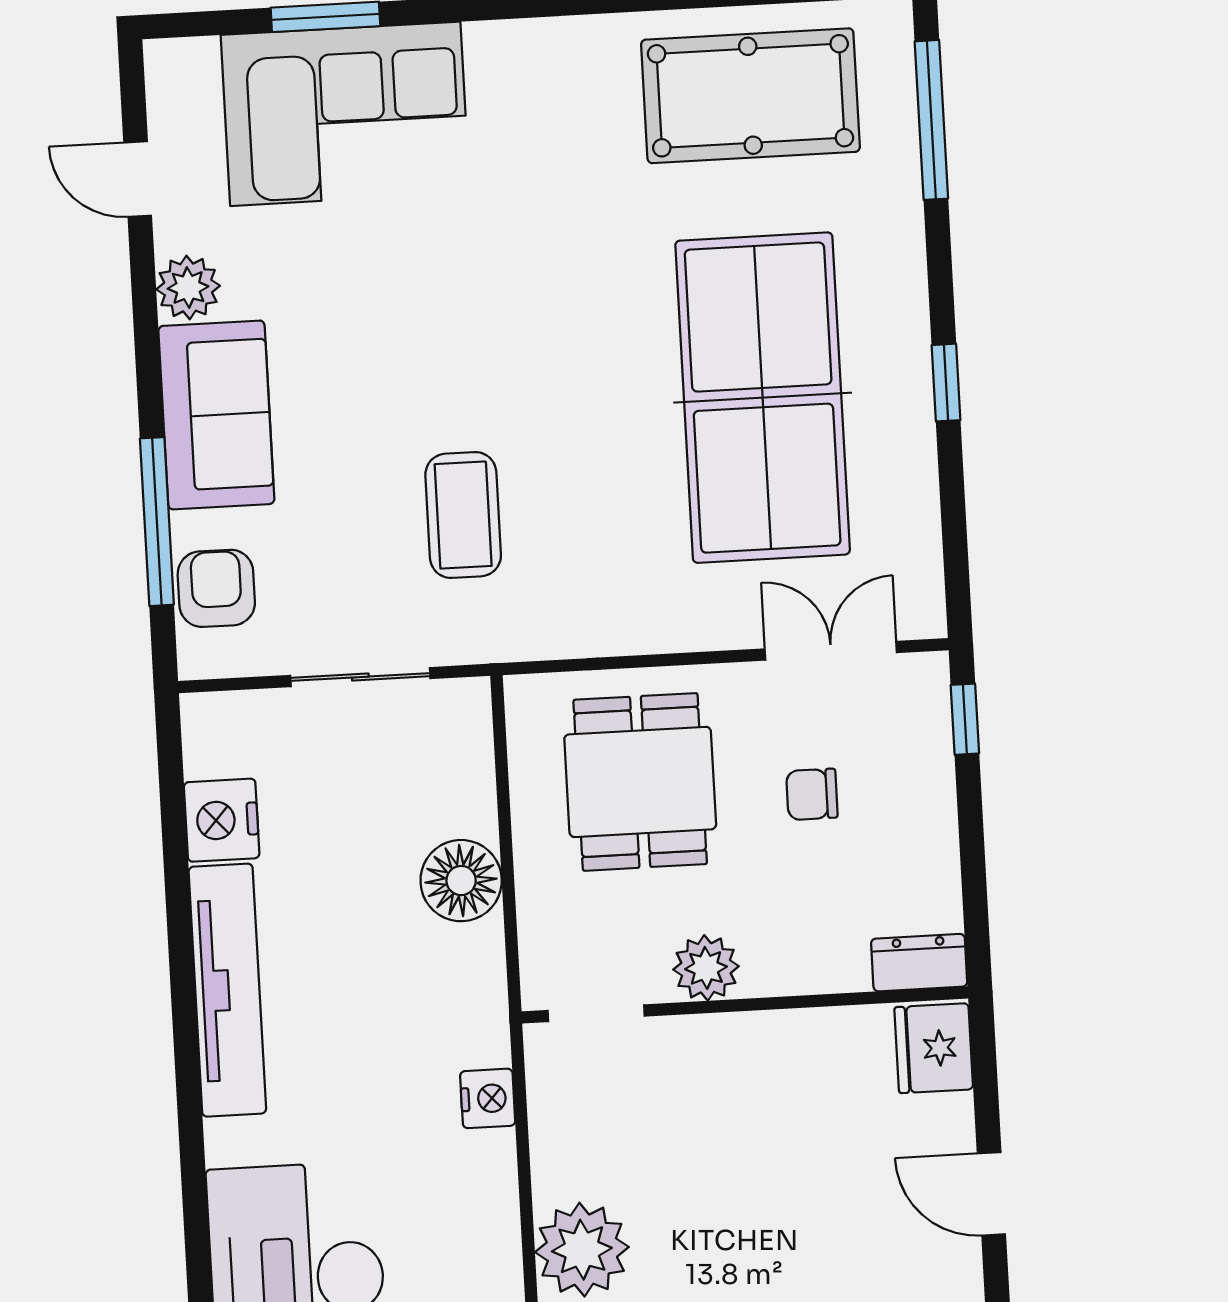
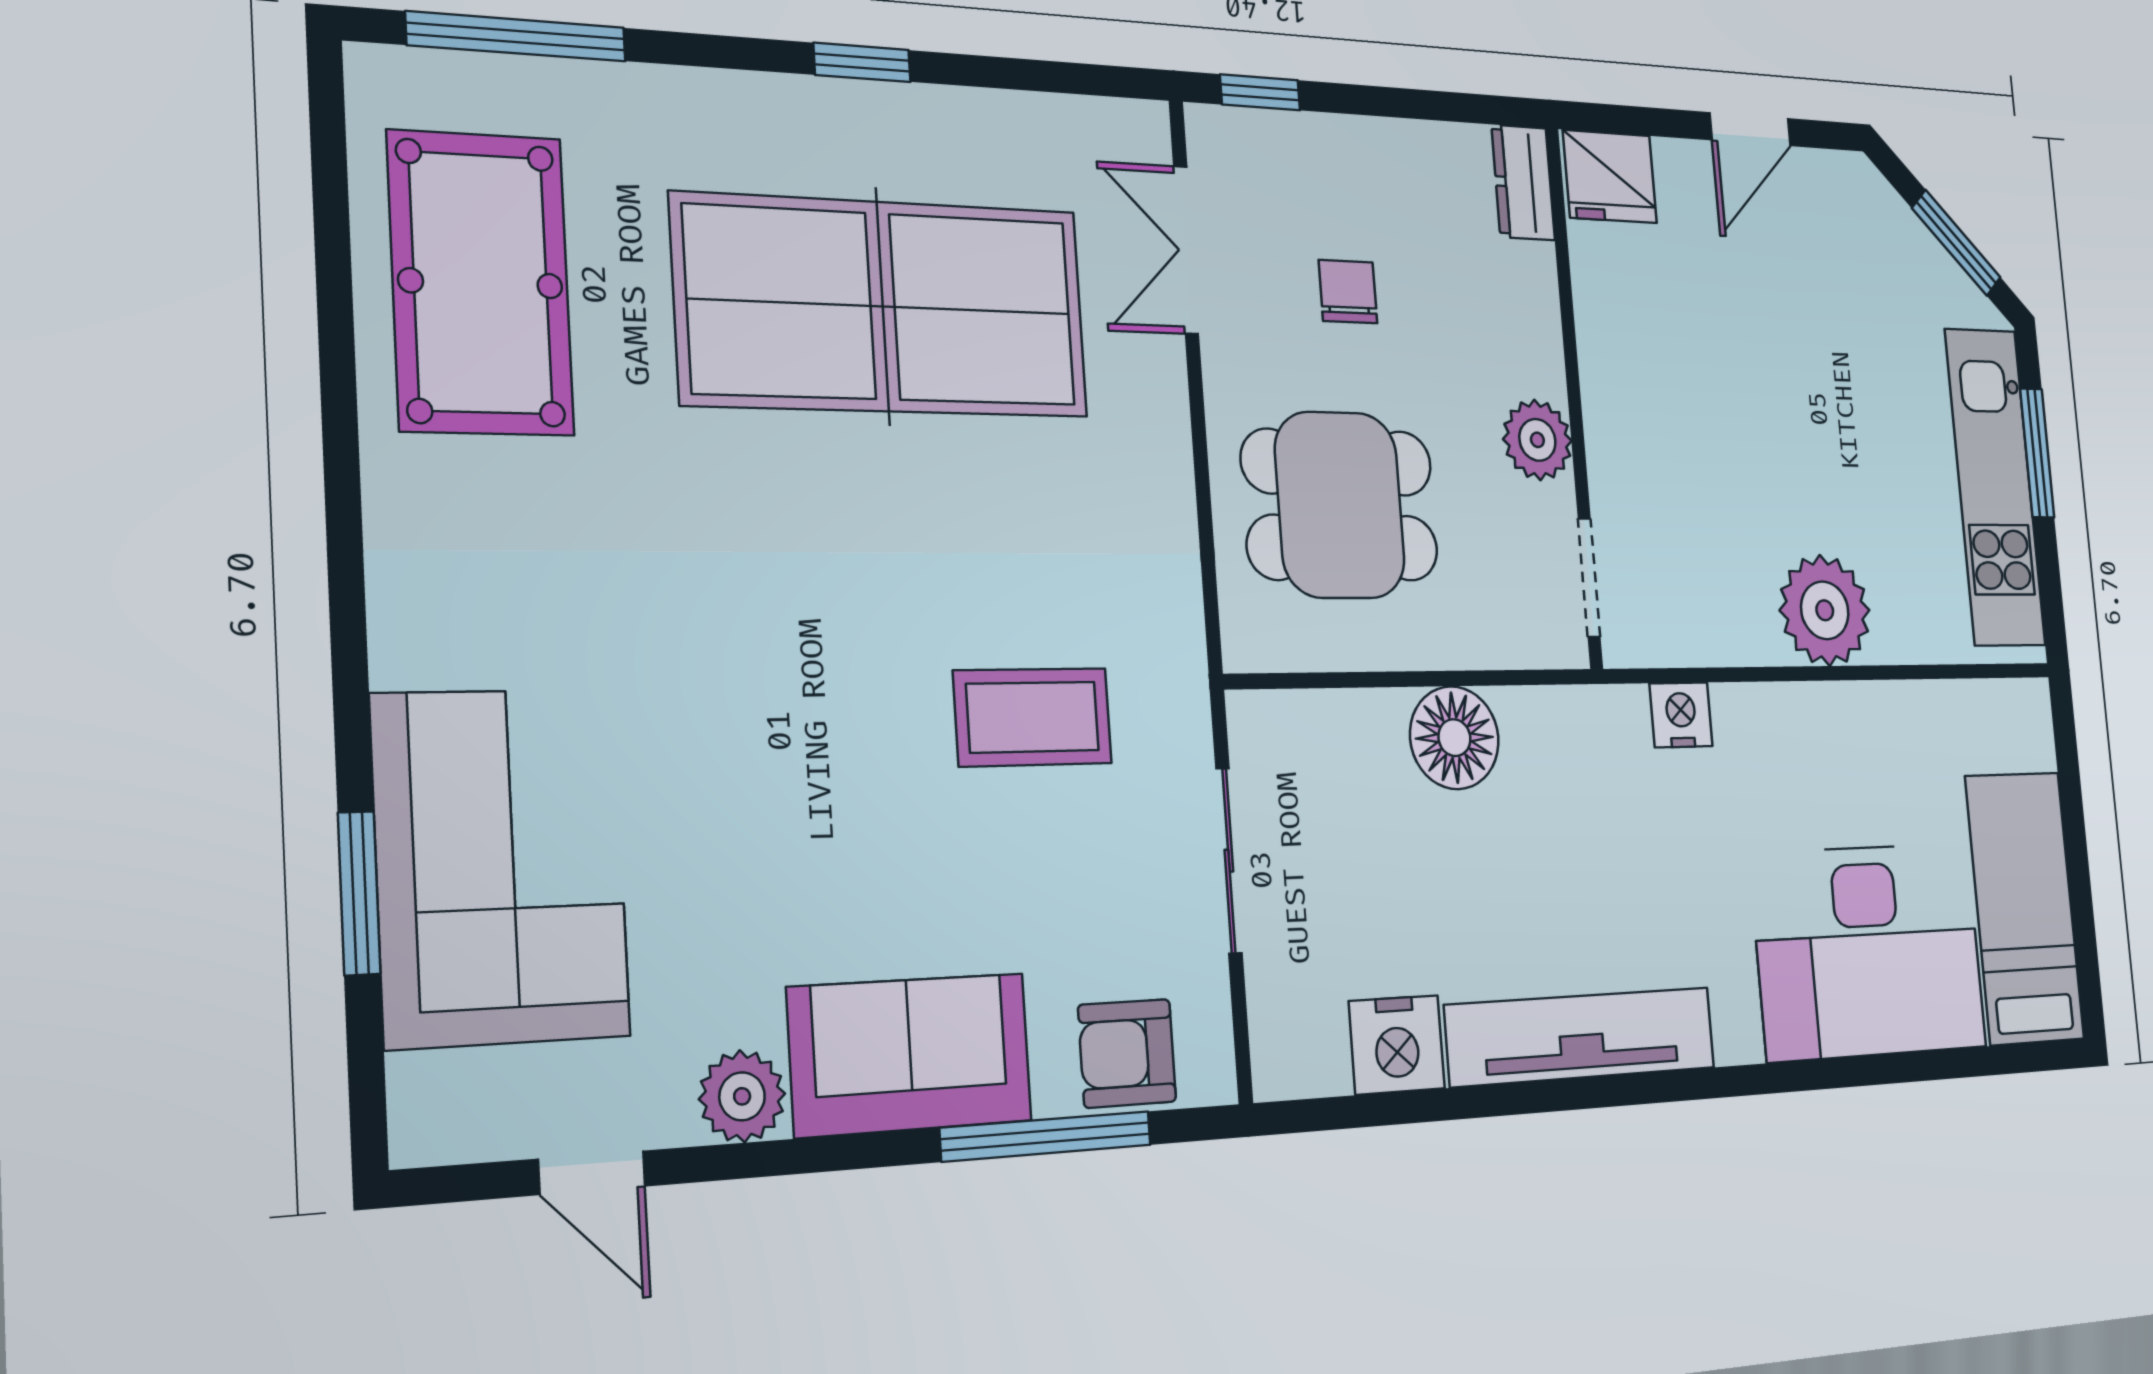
door: (138, 179) -> (592, 1173), hinge flipped
chair: (812, 794) -> (1348, 292), turned 180

